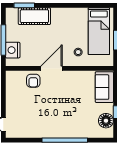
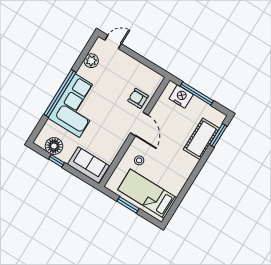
corner sofa: (66, 122) -> (77, 106), added
plant: (27, 132) -> (91, 61), added

